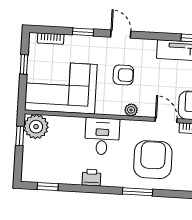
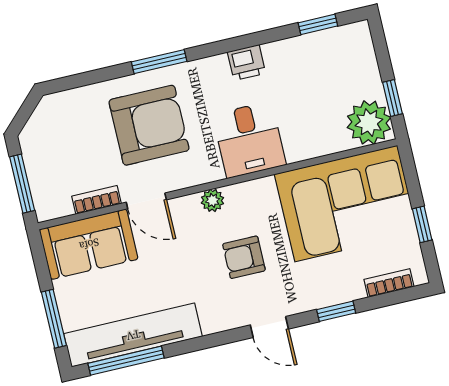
armchair: (153, 160) -> (149, 125), turned -90

